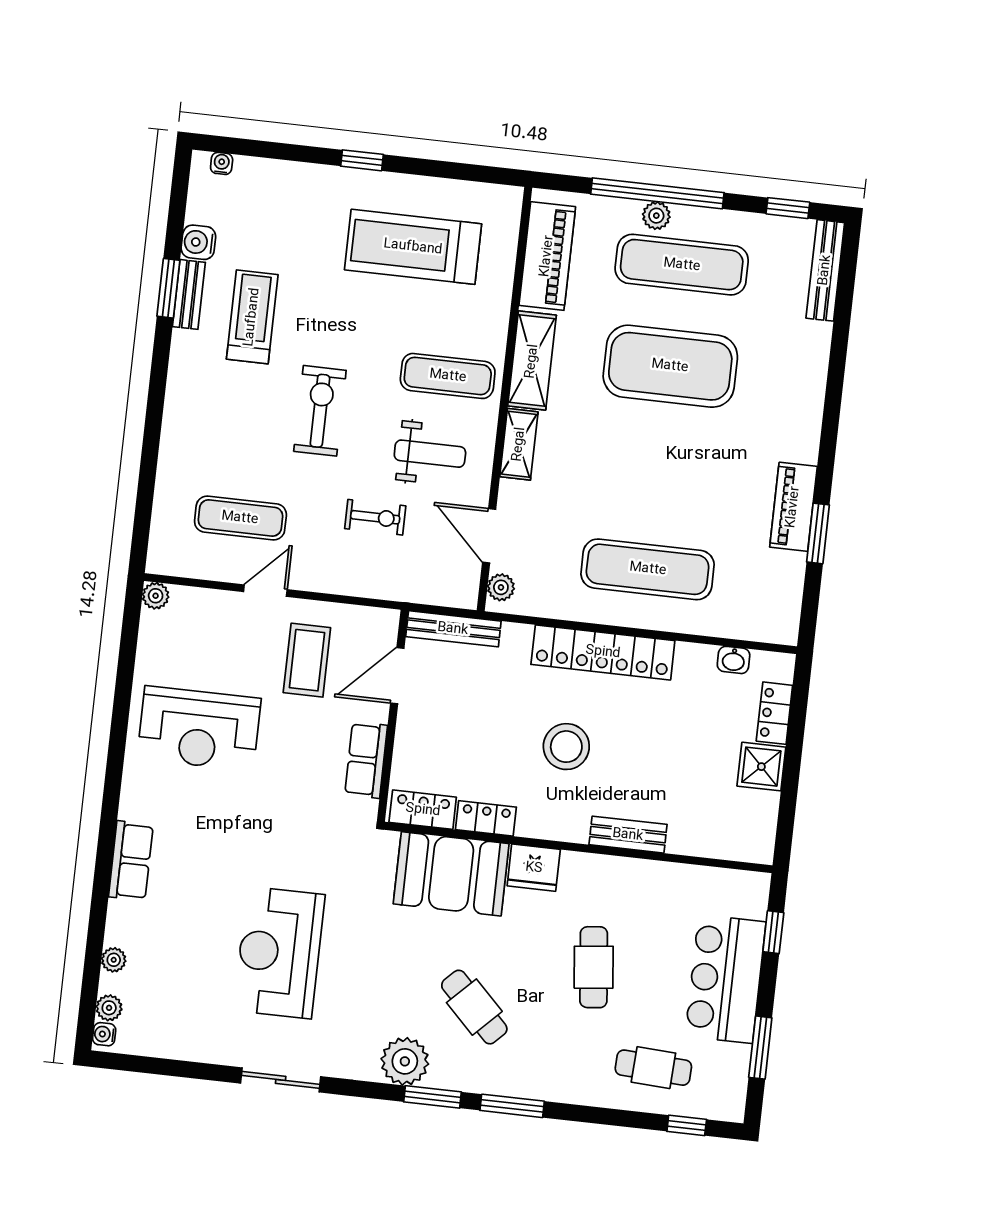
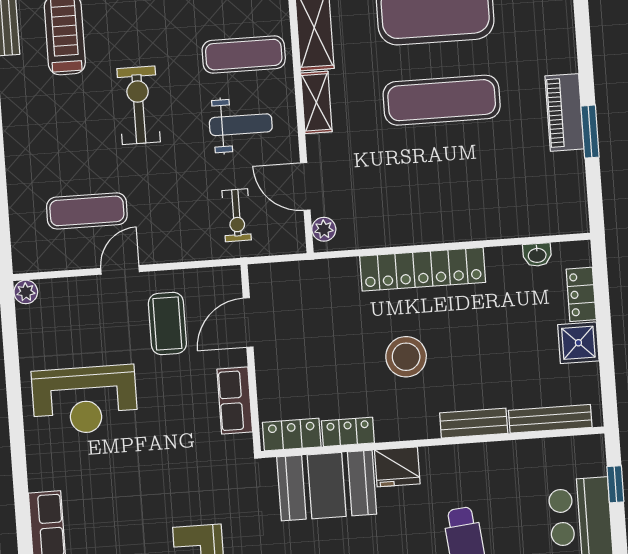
exercise bike: (375, 517) -> (237, 215), moved, turned 90
exercise mat: (648, 569) -> (442, 100), moved
bench: (453, 629) -> (550, 419), moved

